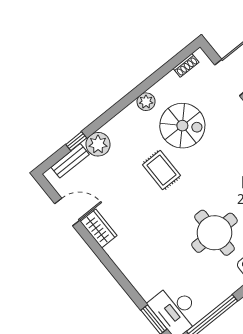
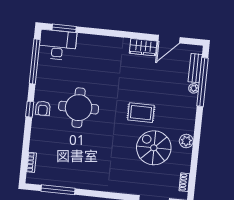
spiral stairs: (182, 126) -> (154, 148), turned 90
window: (76, 141) -> (202, 82), width x3.17
plant: (98, 144) -> (194, 88), width x0.53, depth x0.53

